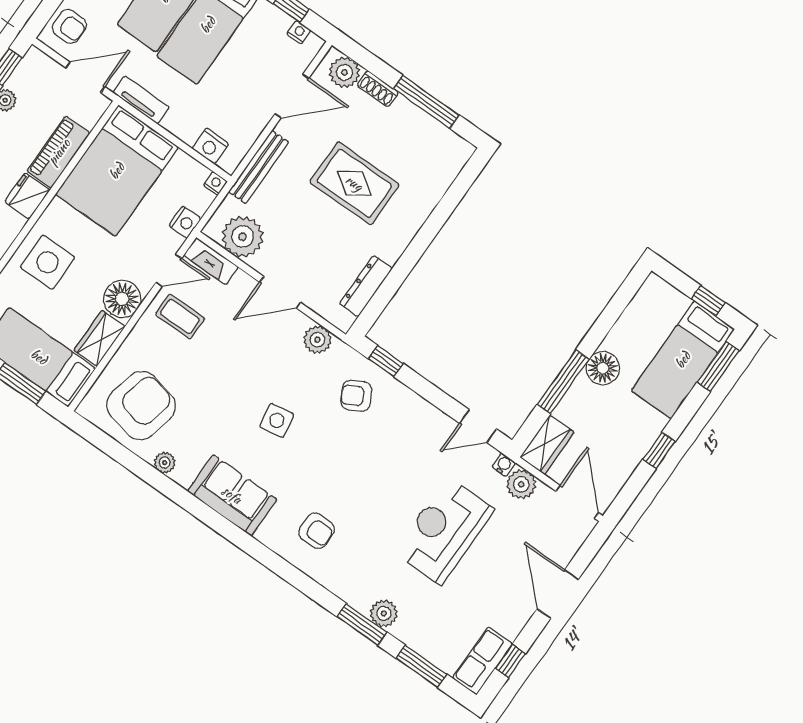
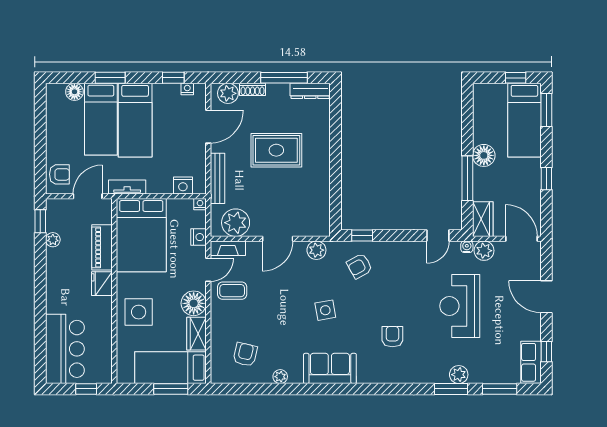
dresser: (366, 286) -> (310, 91), moved, turned -90
armchair: (141, 405) -> (245, 354), width x0.53, depth x0.53
armchair: (317, 531) -> (392, 337), moved, turned -90

